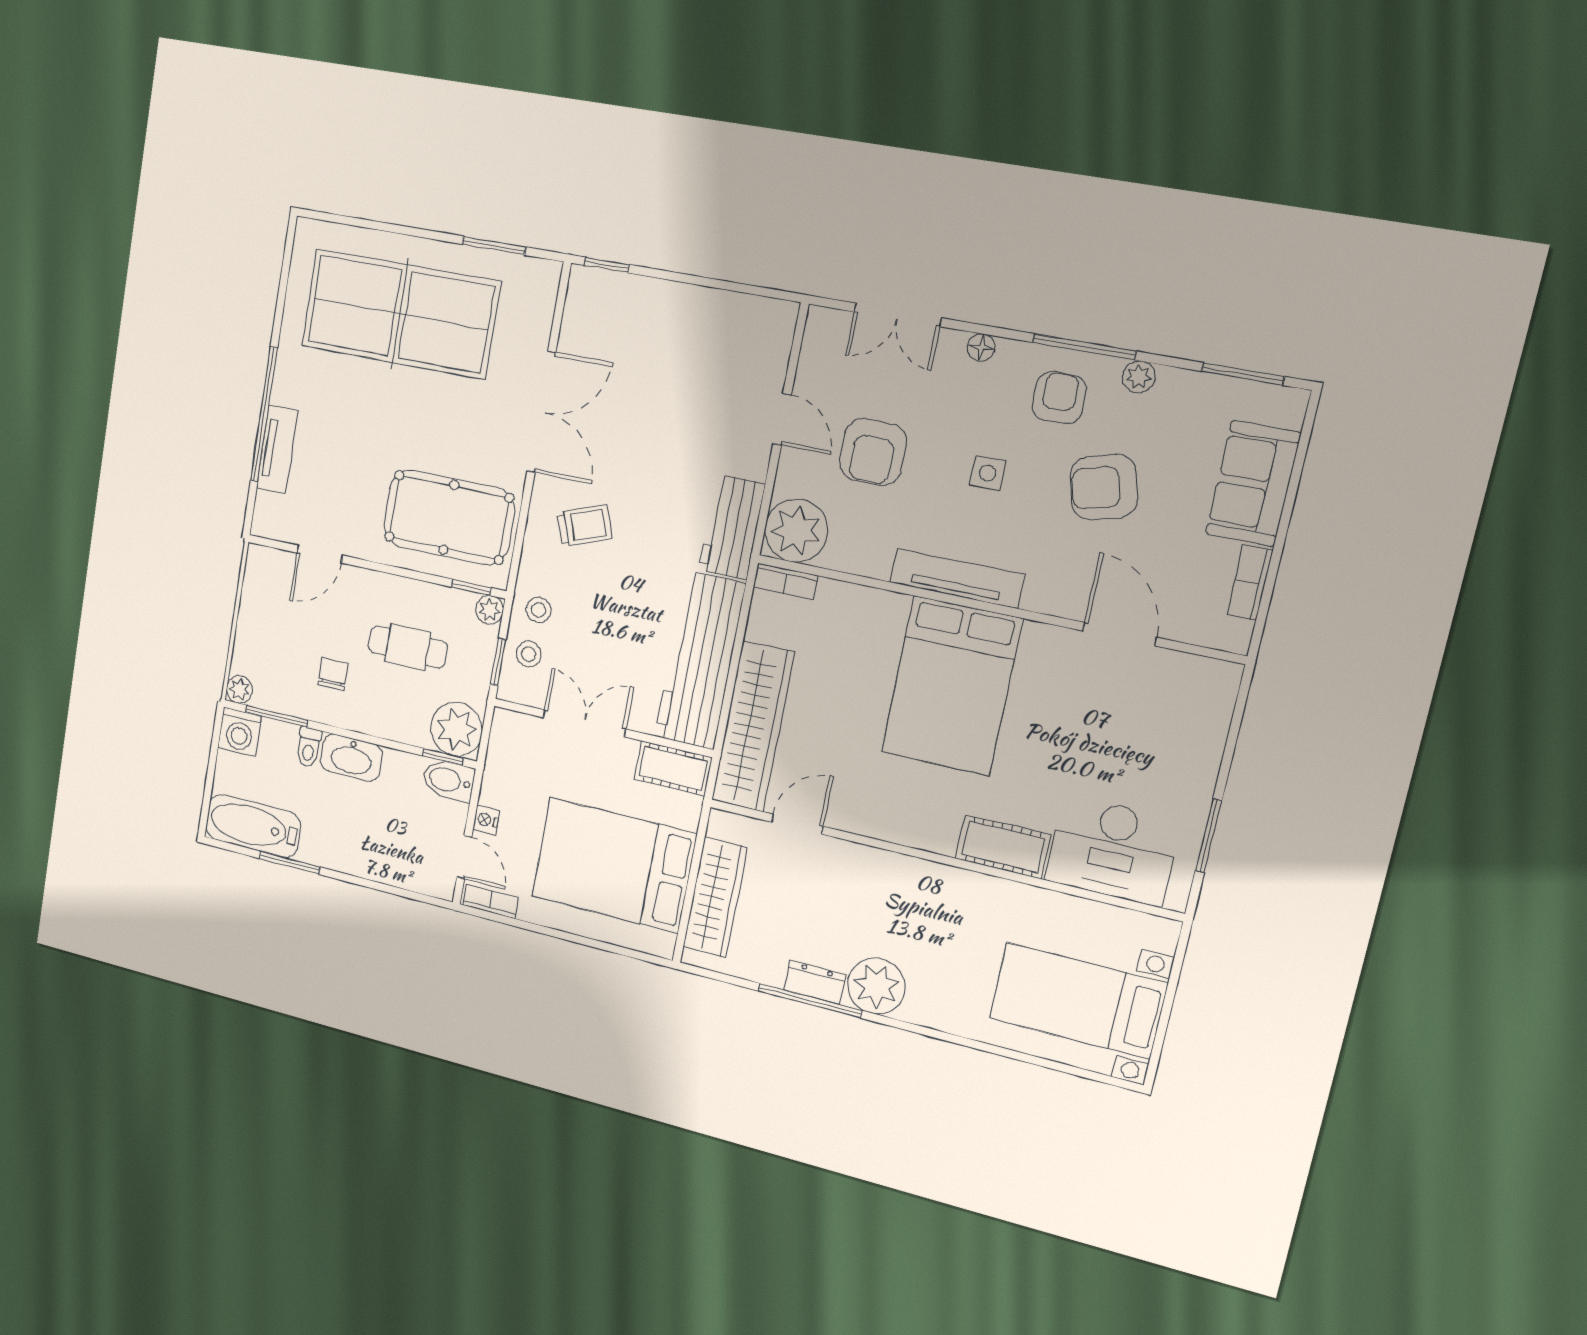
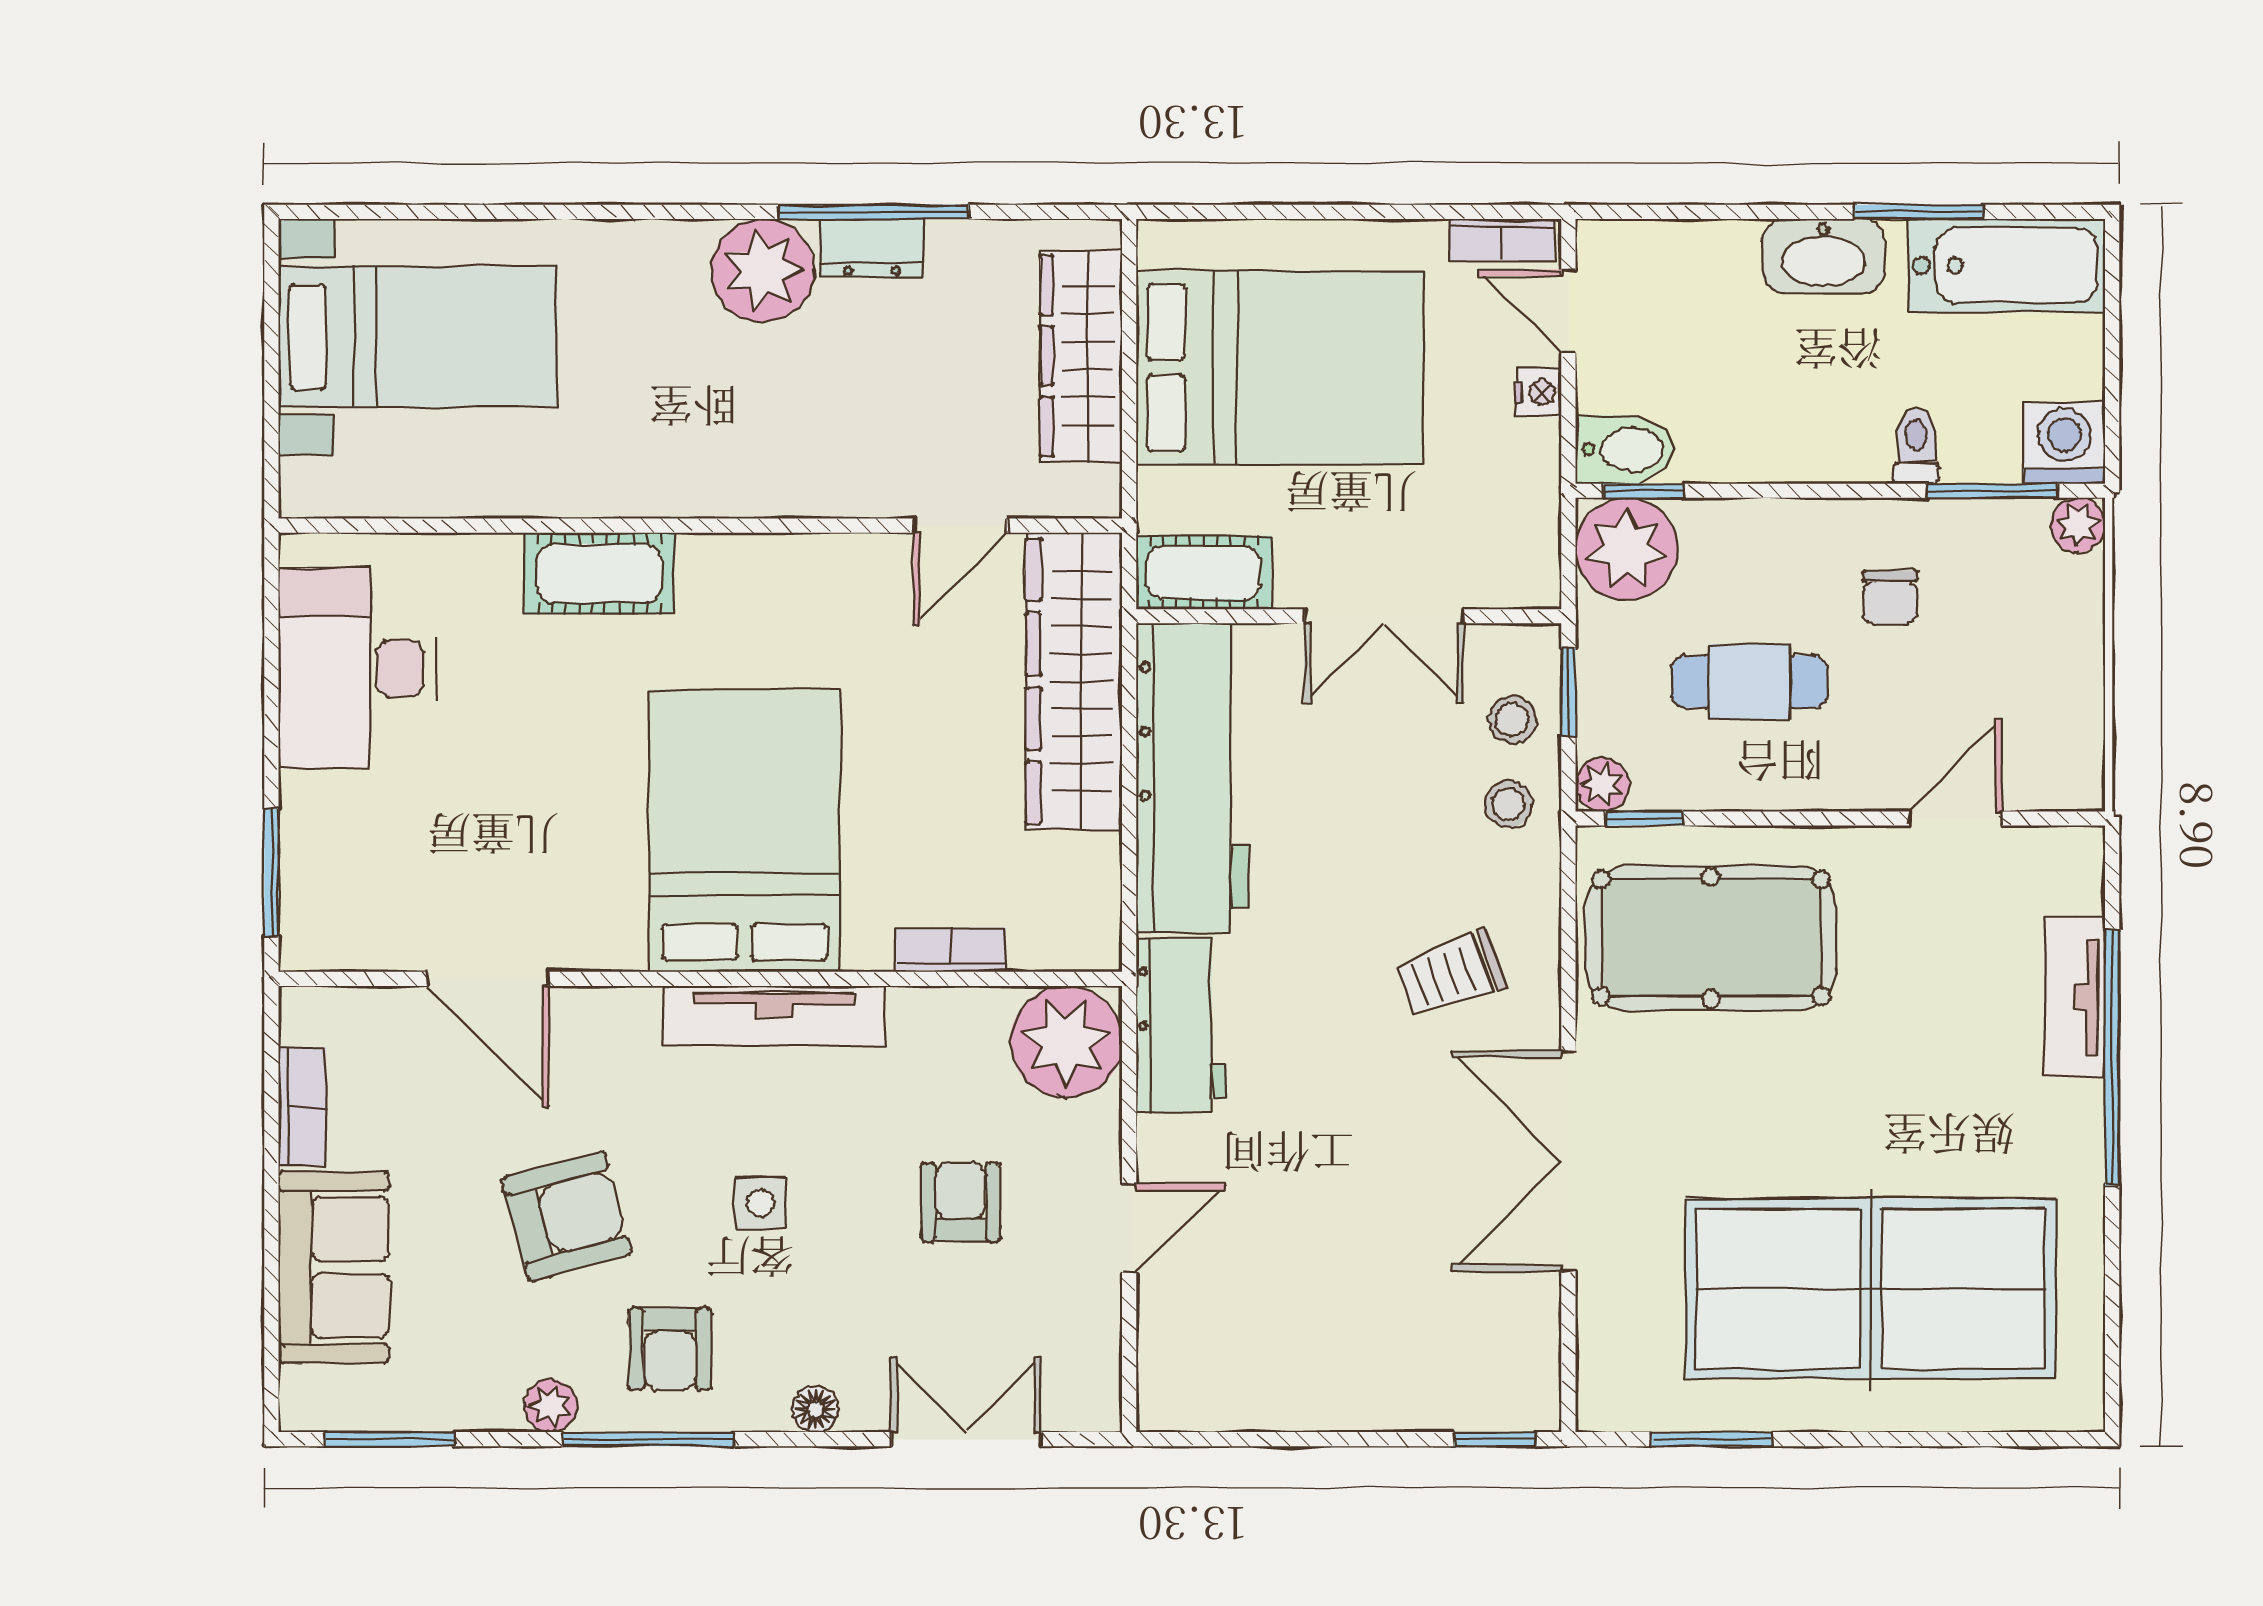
door: (782, 419) -> (1129, 1228), swing flipped
armchair: (873, 452) -> (961, 1202), width x0.72, depth x0.72
bookcase: (786, 581) -> (951, 950), moved
washbasin: (351, 758) -> (1823, 256), moved, turned 180
window: (1209, 836) -> (271, 873), moved
desk: (1112, 850) -> (357, 669), moved, turned -90

